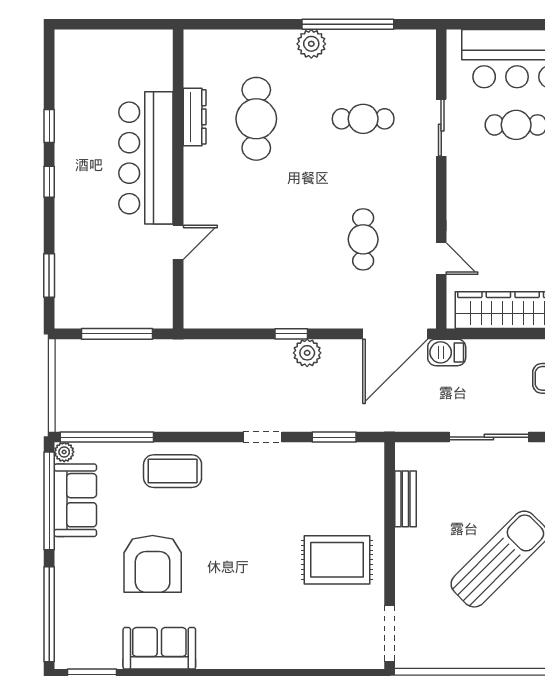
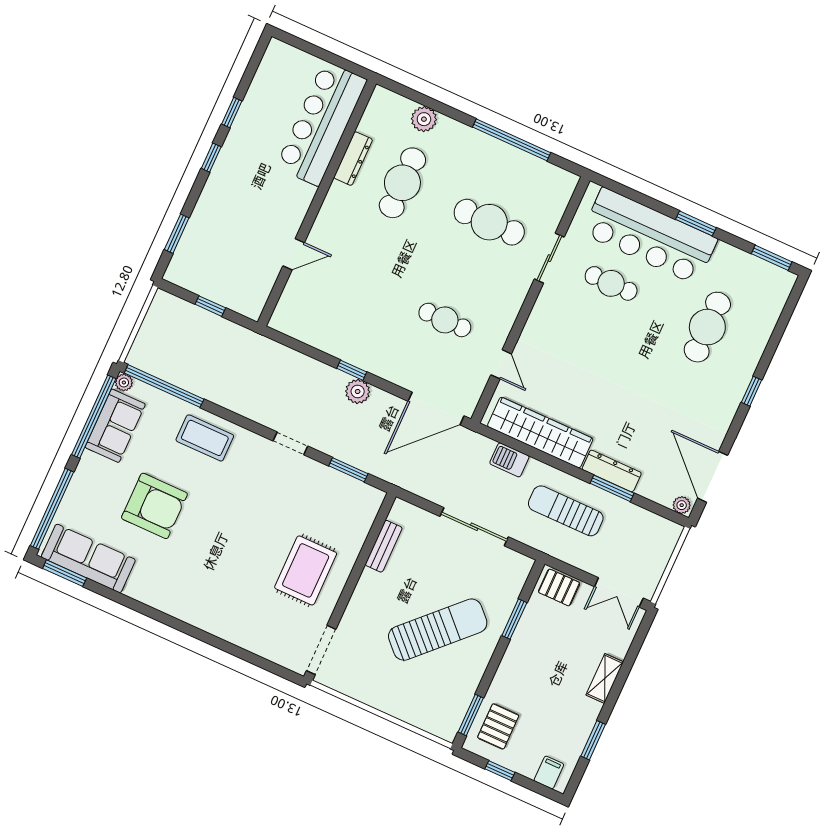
plant: (311, 44) -> (424, 119), moved
cafe table: (363, 119) -> (489, 222), width x1.37, depth x1.35
bar counter: (146, 158) -> (321, 124), moved
cafe table: (363, 239) -> (445, 320), turned 90
window: (117, 334) -> (210, 306), width x0.46
barbecue: (447, 352) -> (509, 460), moved
rug: (337, 560) -> (306, 570), turned 90
armchair: (153, 564) -> (154, 506), turned -90
sofa: (159, 648) -> (88, 558), moved, width x1.36

